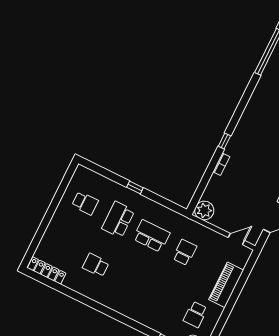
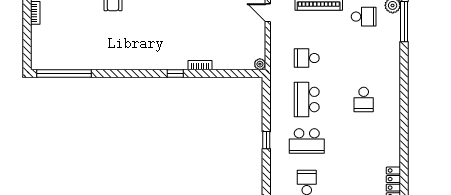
plant: (204, 210) -> (260, 64), width x0.53, depth x0.53
school desk: (96, 265) -> (364, 100), moved

